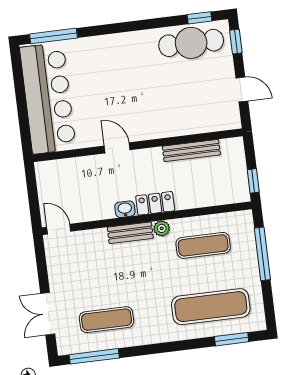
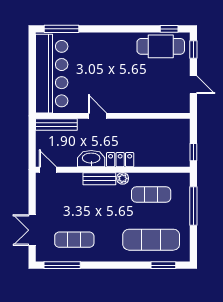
bench: (191, 151) -> (56, 125), moved
washbasin: (125, 209) -> (91, 159), width x1.91, depth x1.45

